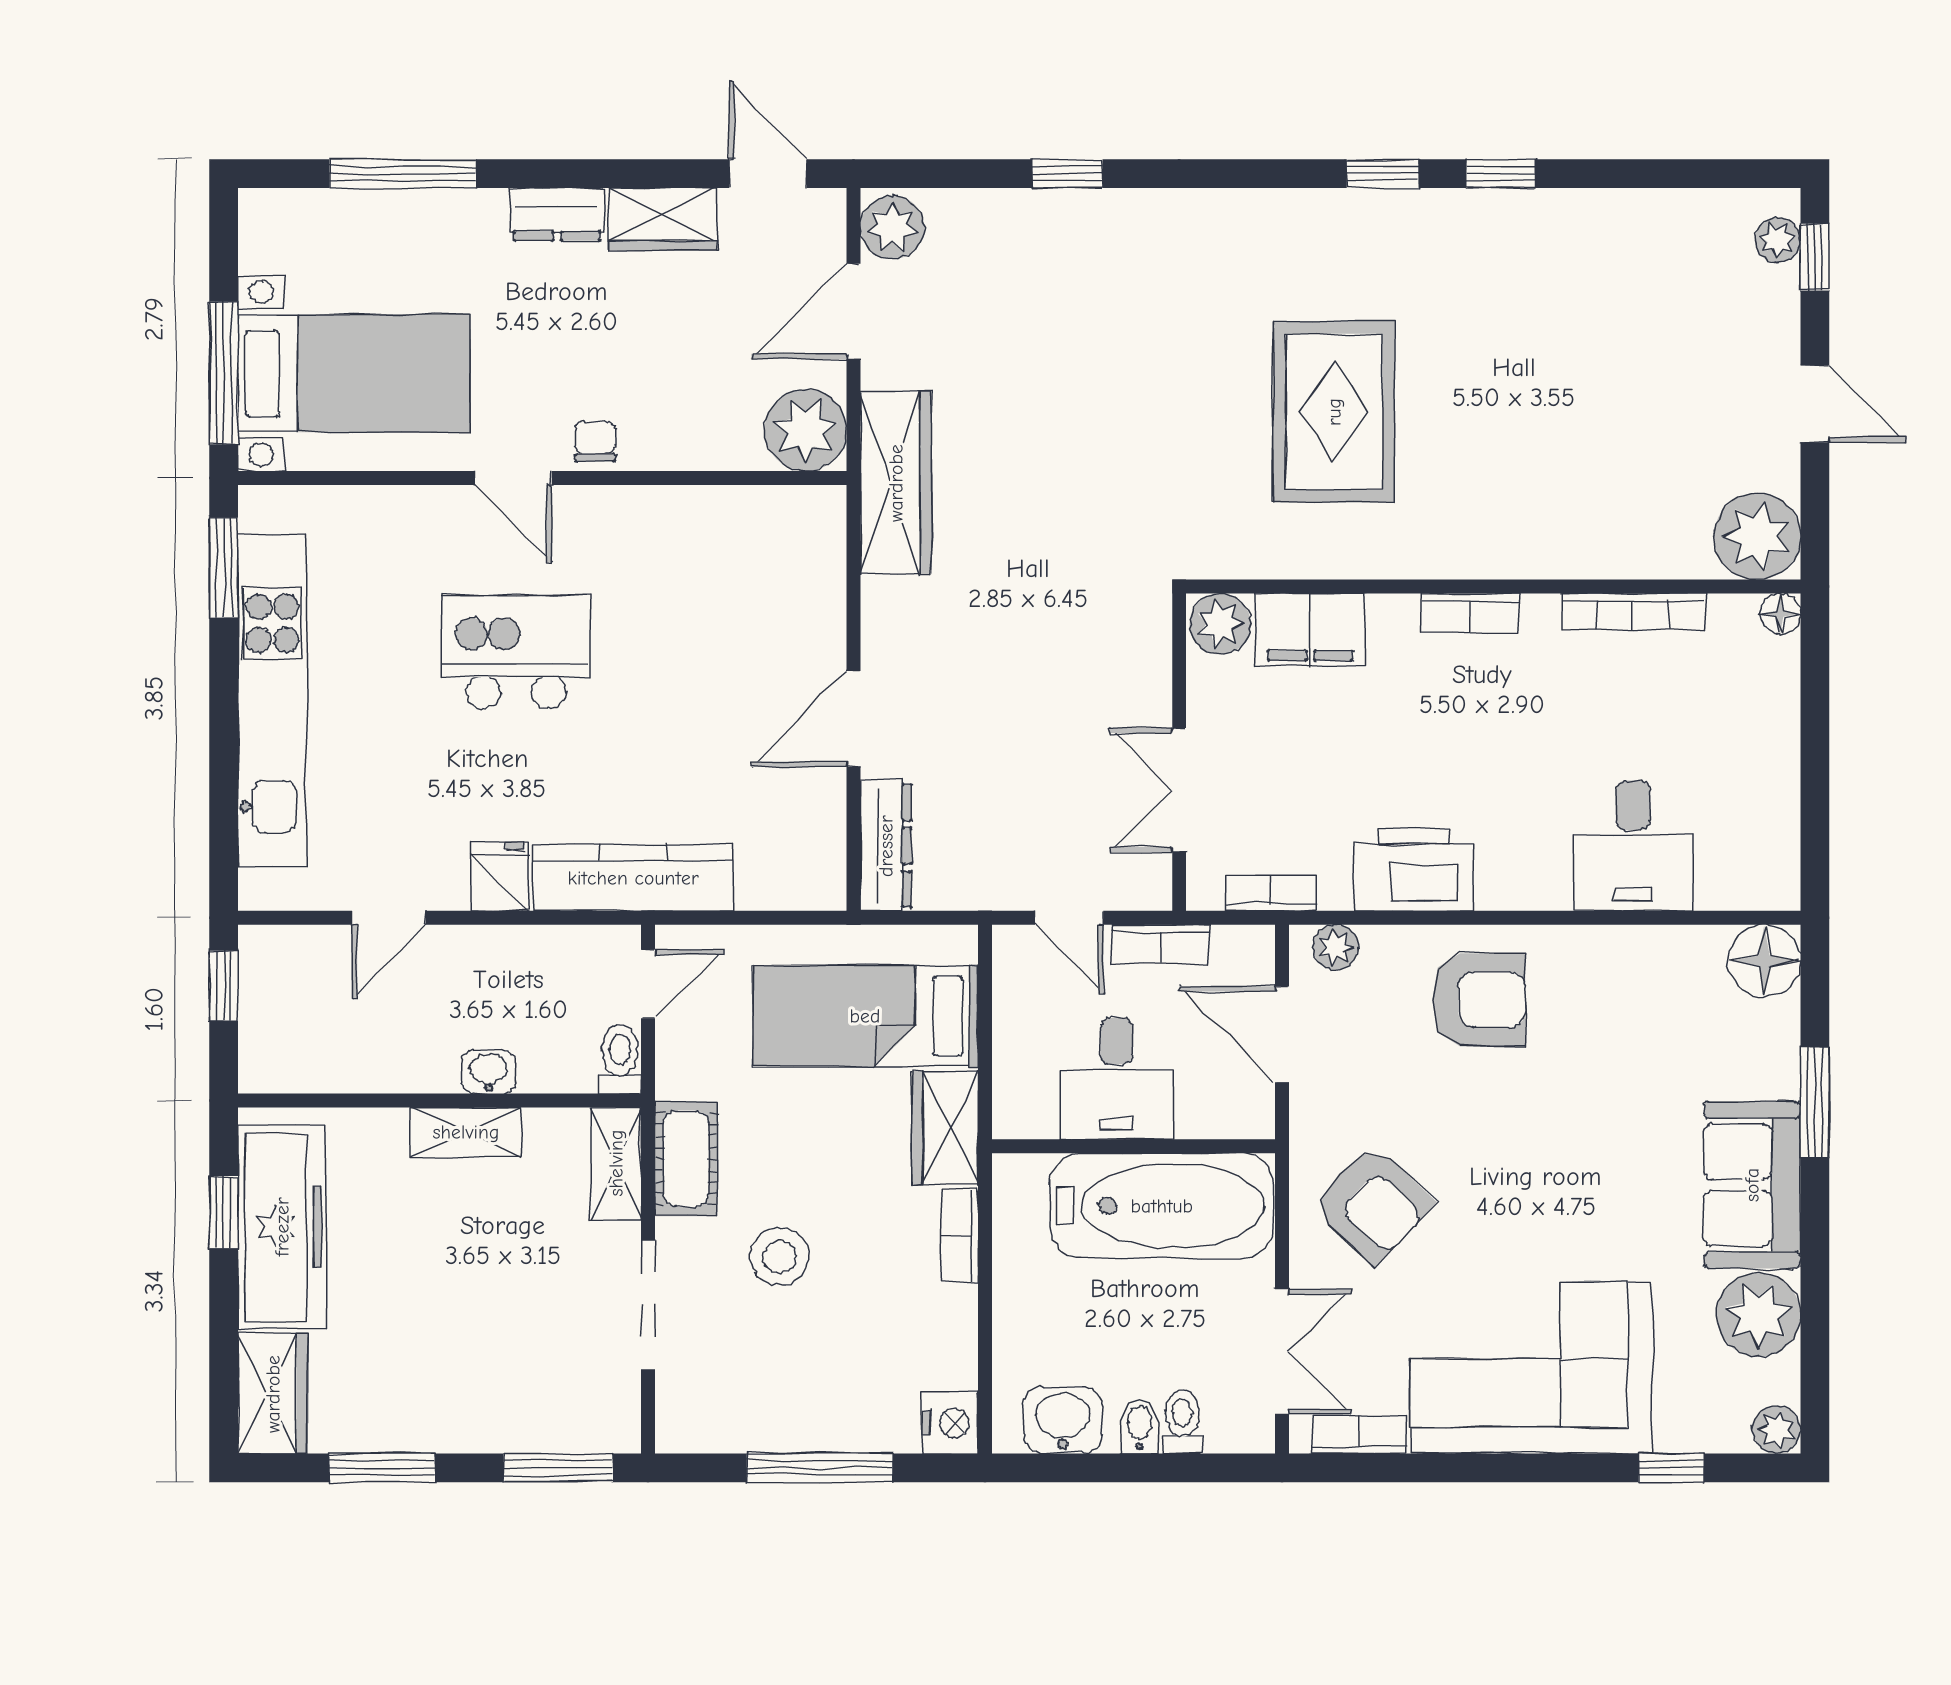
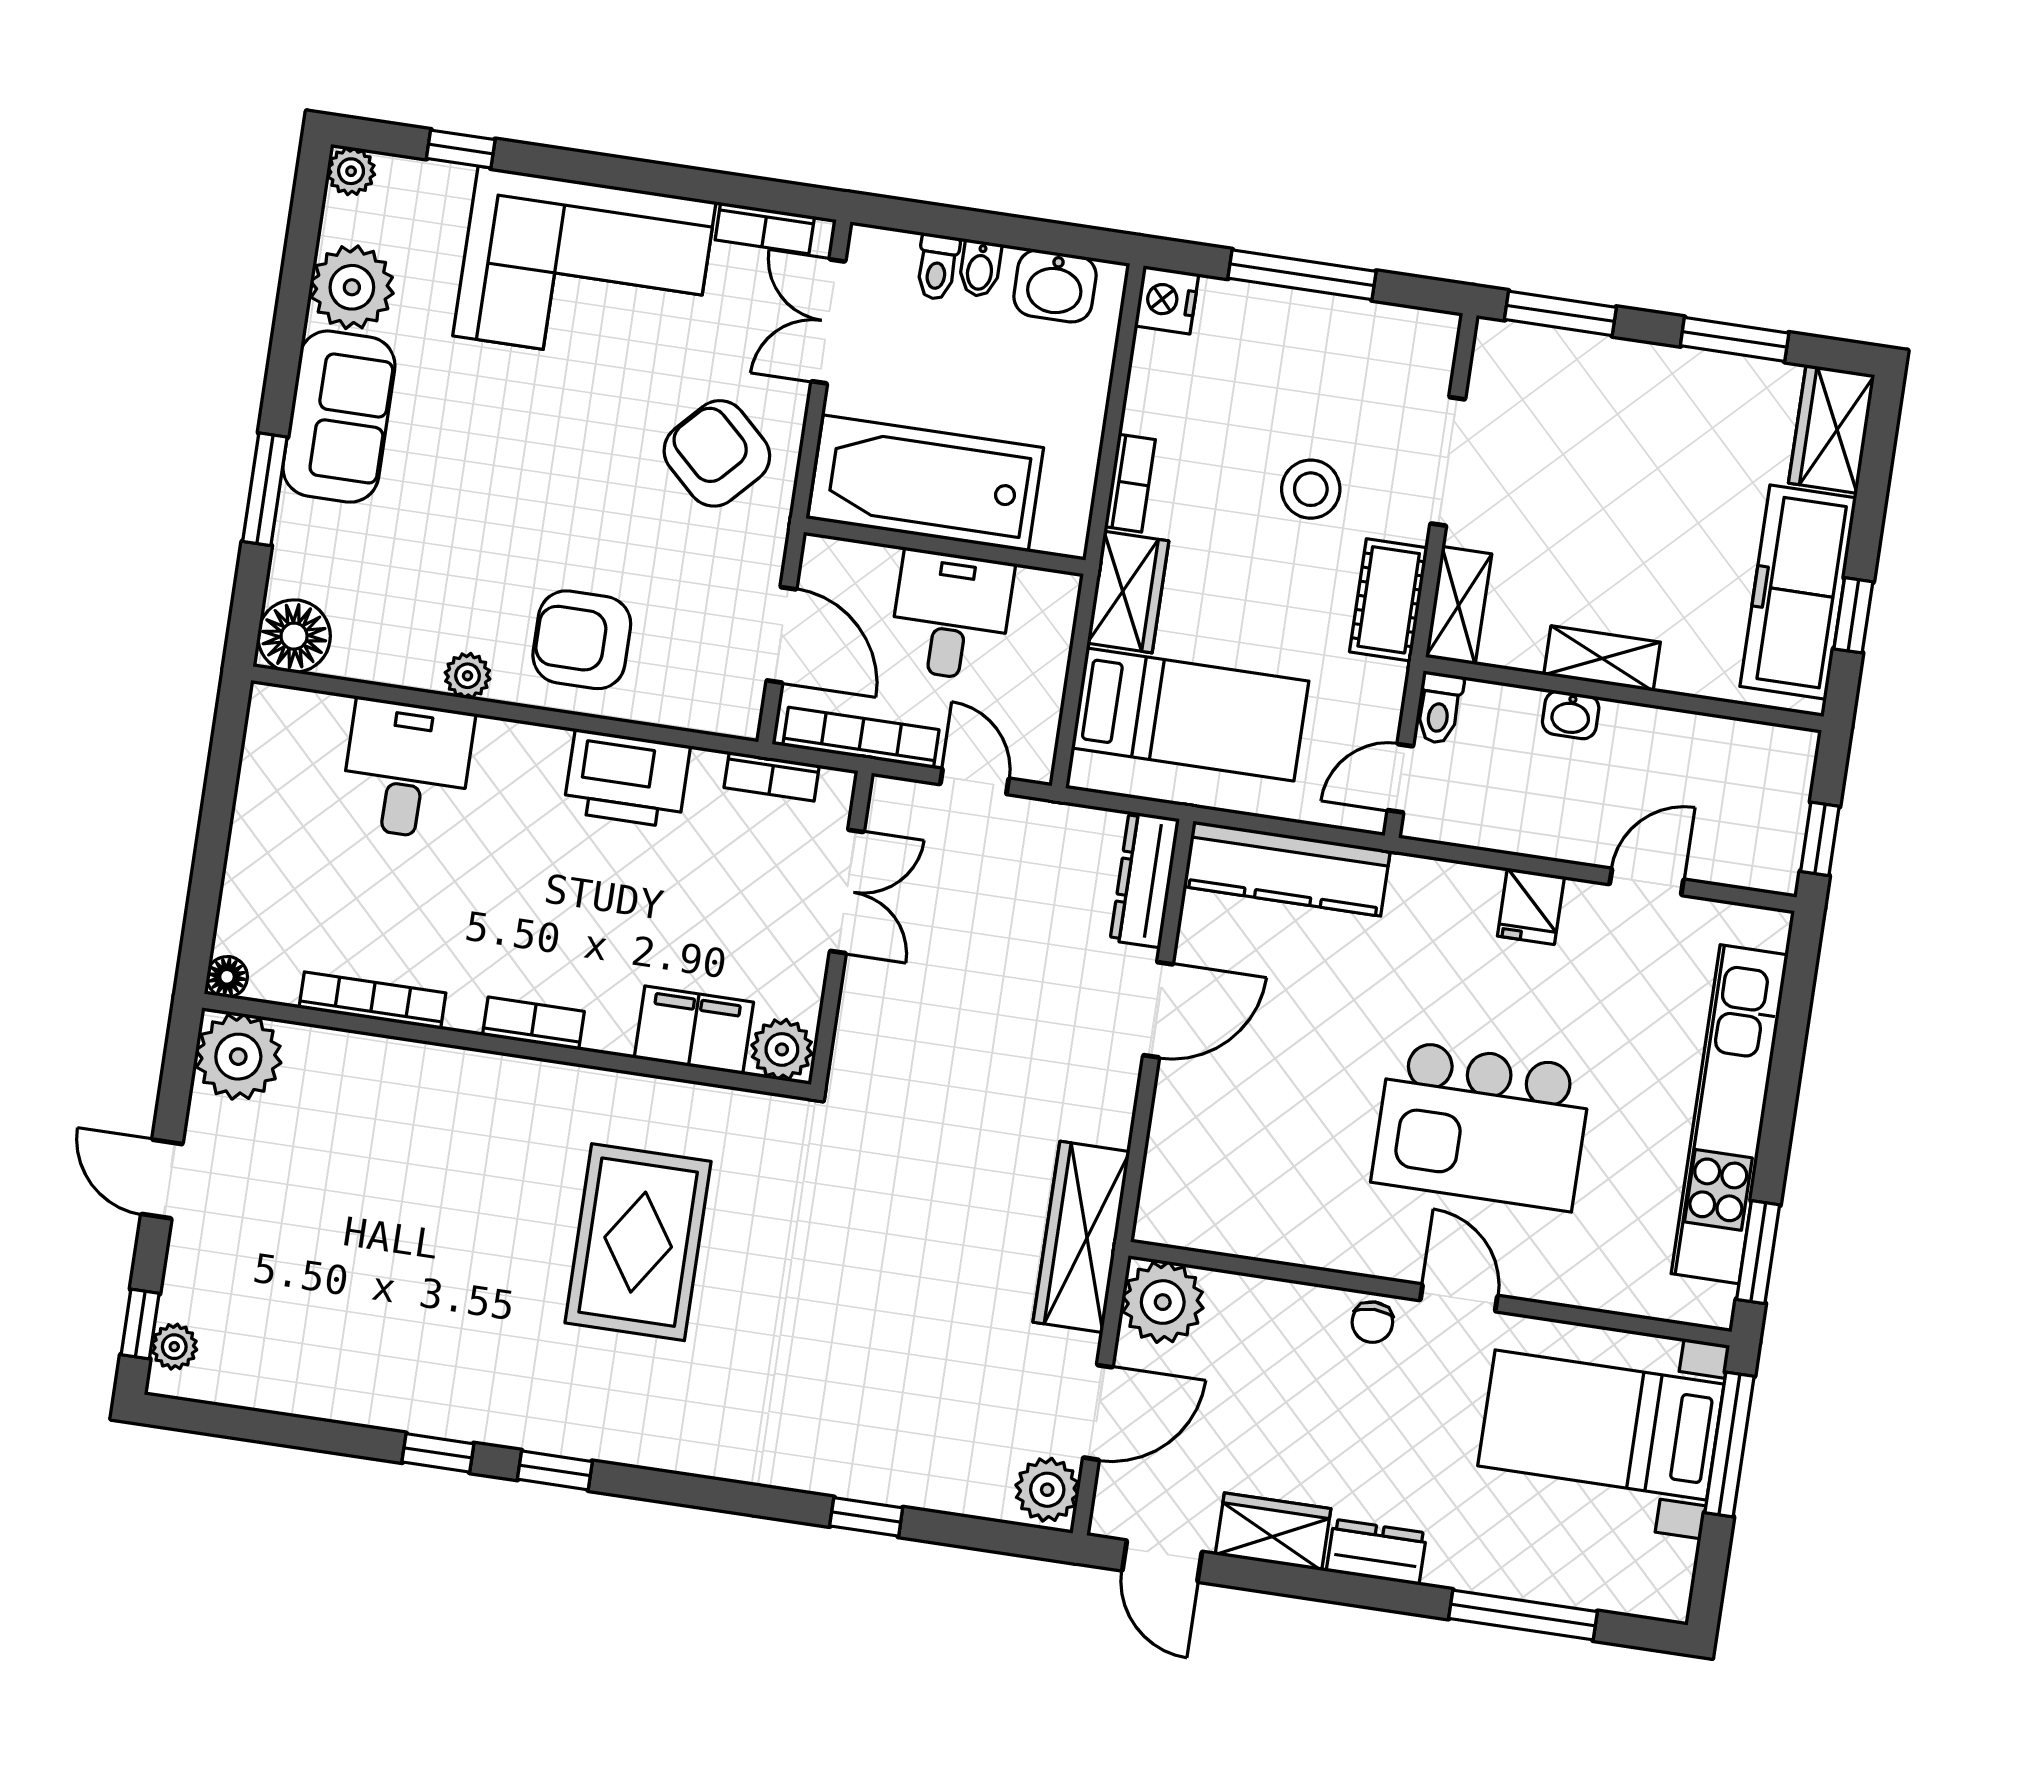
kitchen island: (516, 652) -> (1482, 1125), width x1.37, depth x1.28
kitchen counter: (633, 878) -> (1287, 869), moved
bookcase: (1161, 944) -> (861, 738), width x1.56
plant: (1336, 947) -> (468, 676), moved

